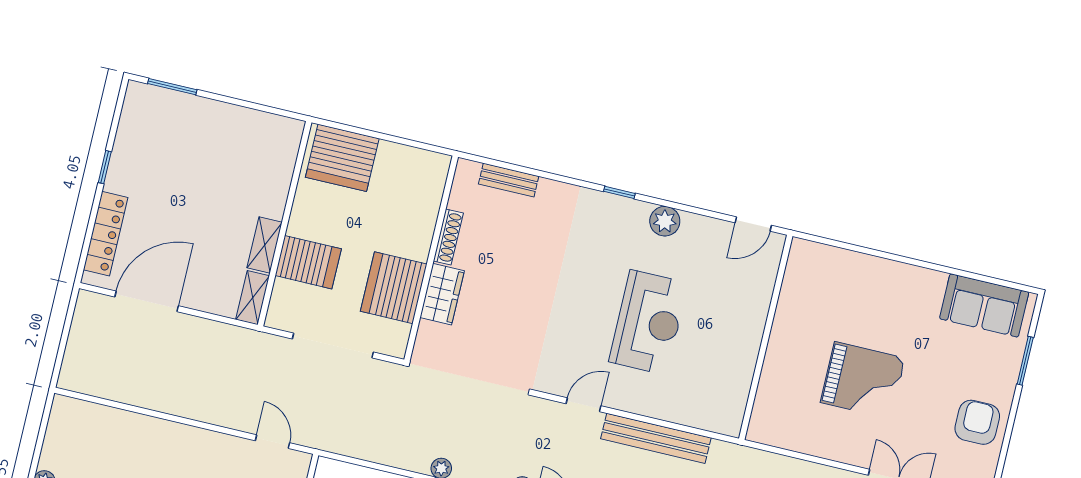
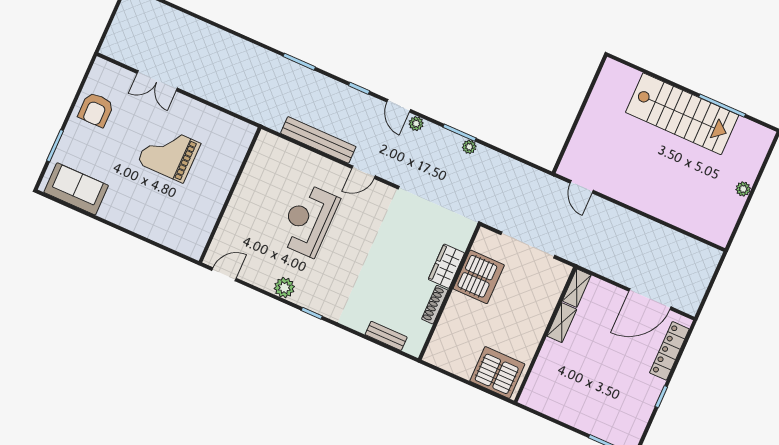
server rack: (308, 262) -> (534, 305), removed

